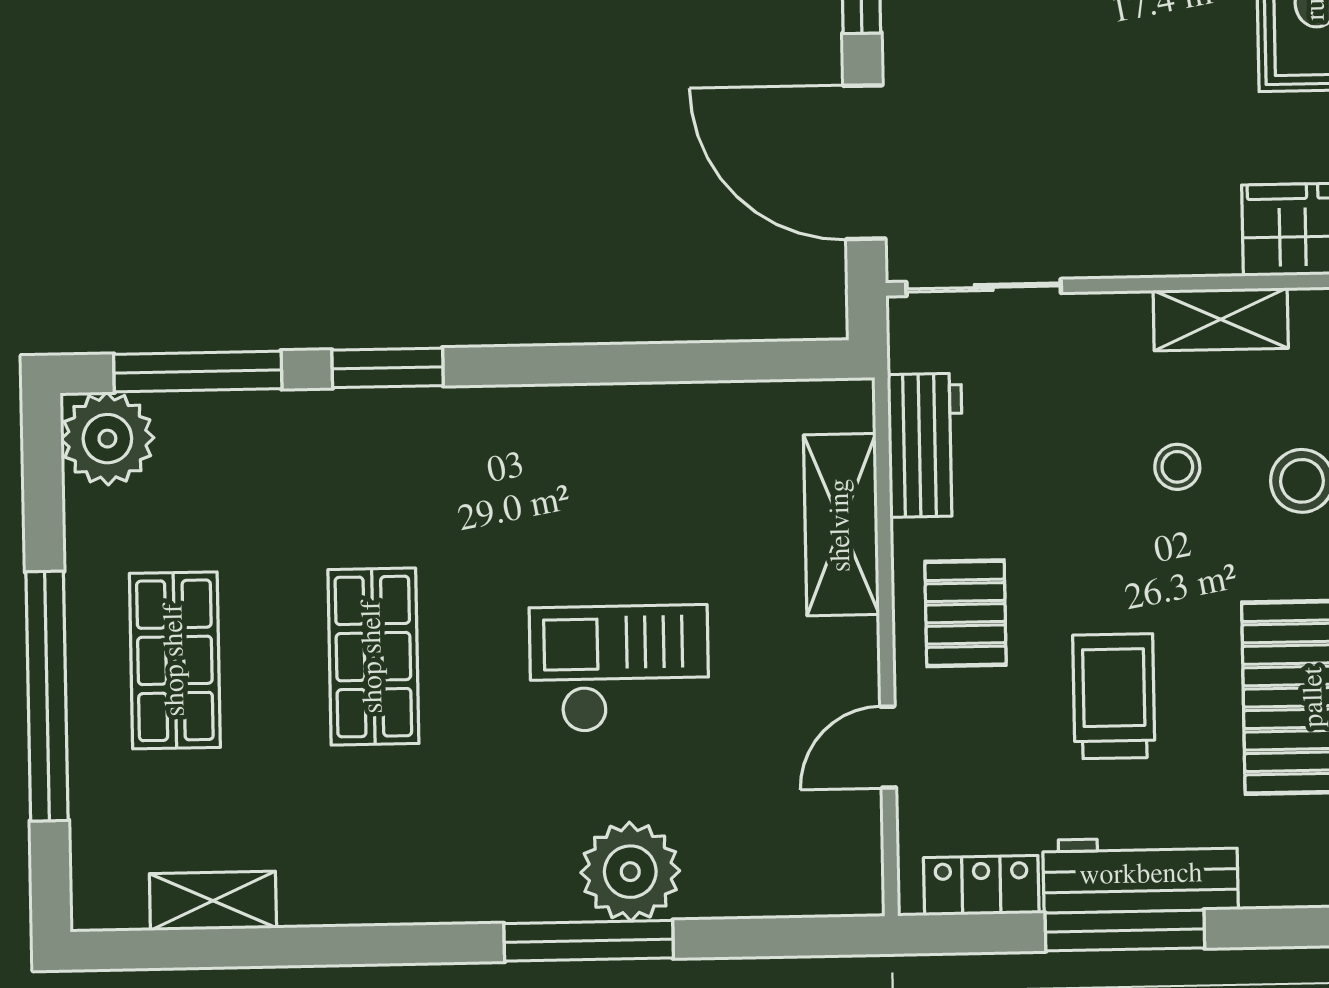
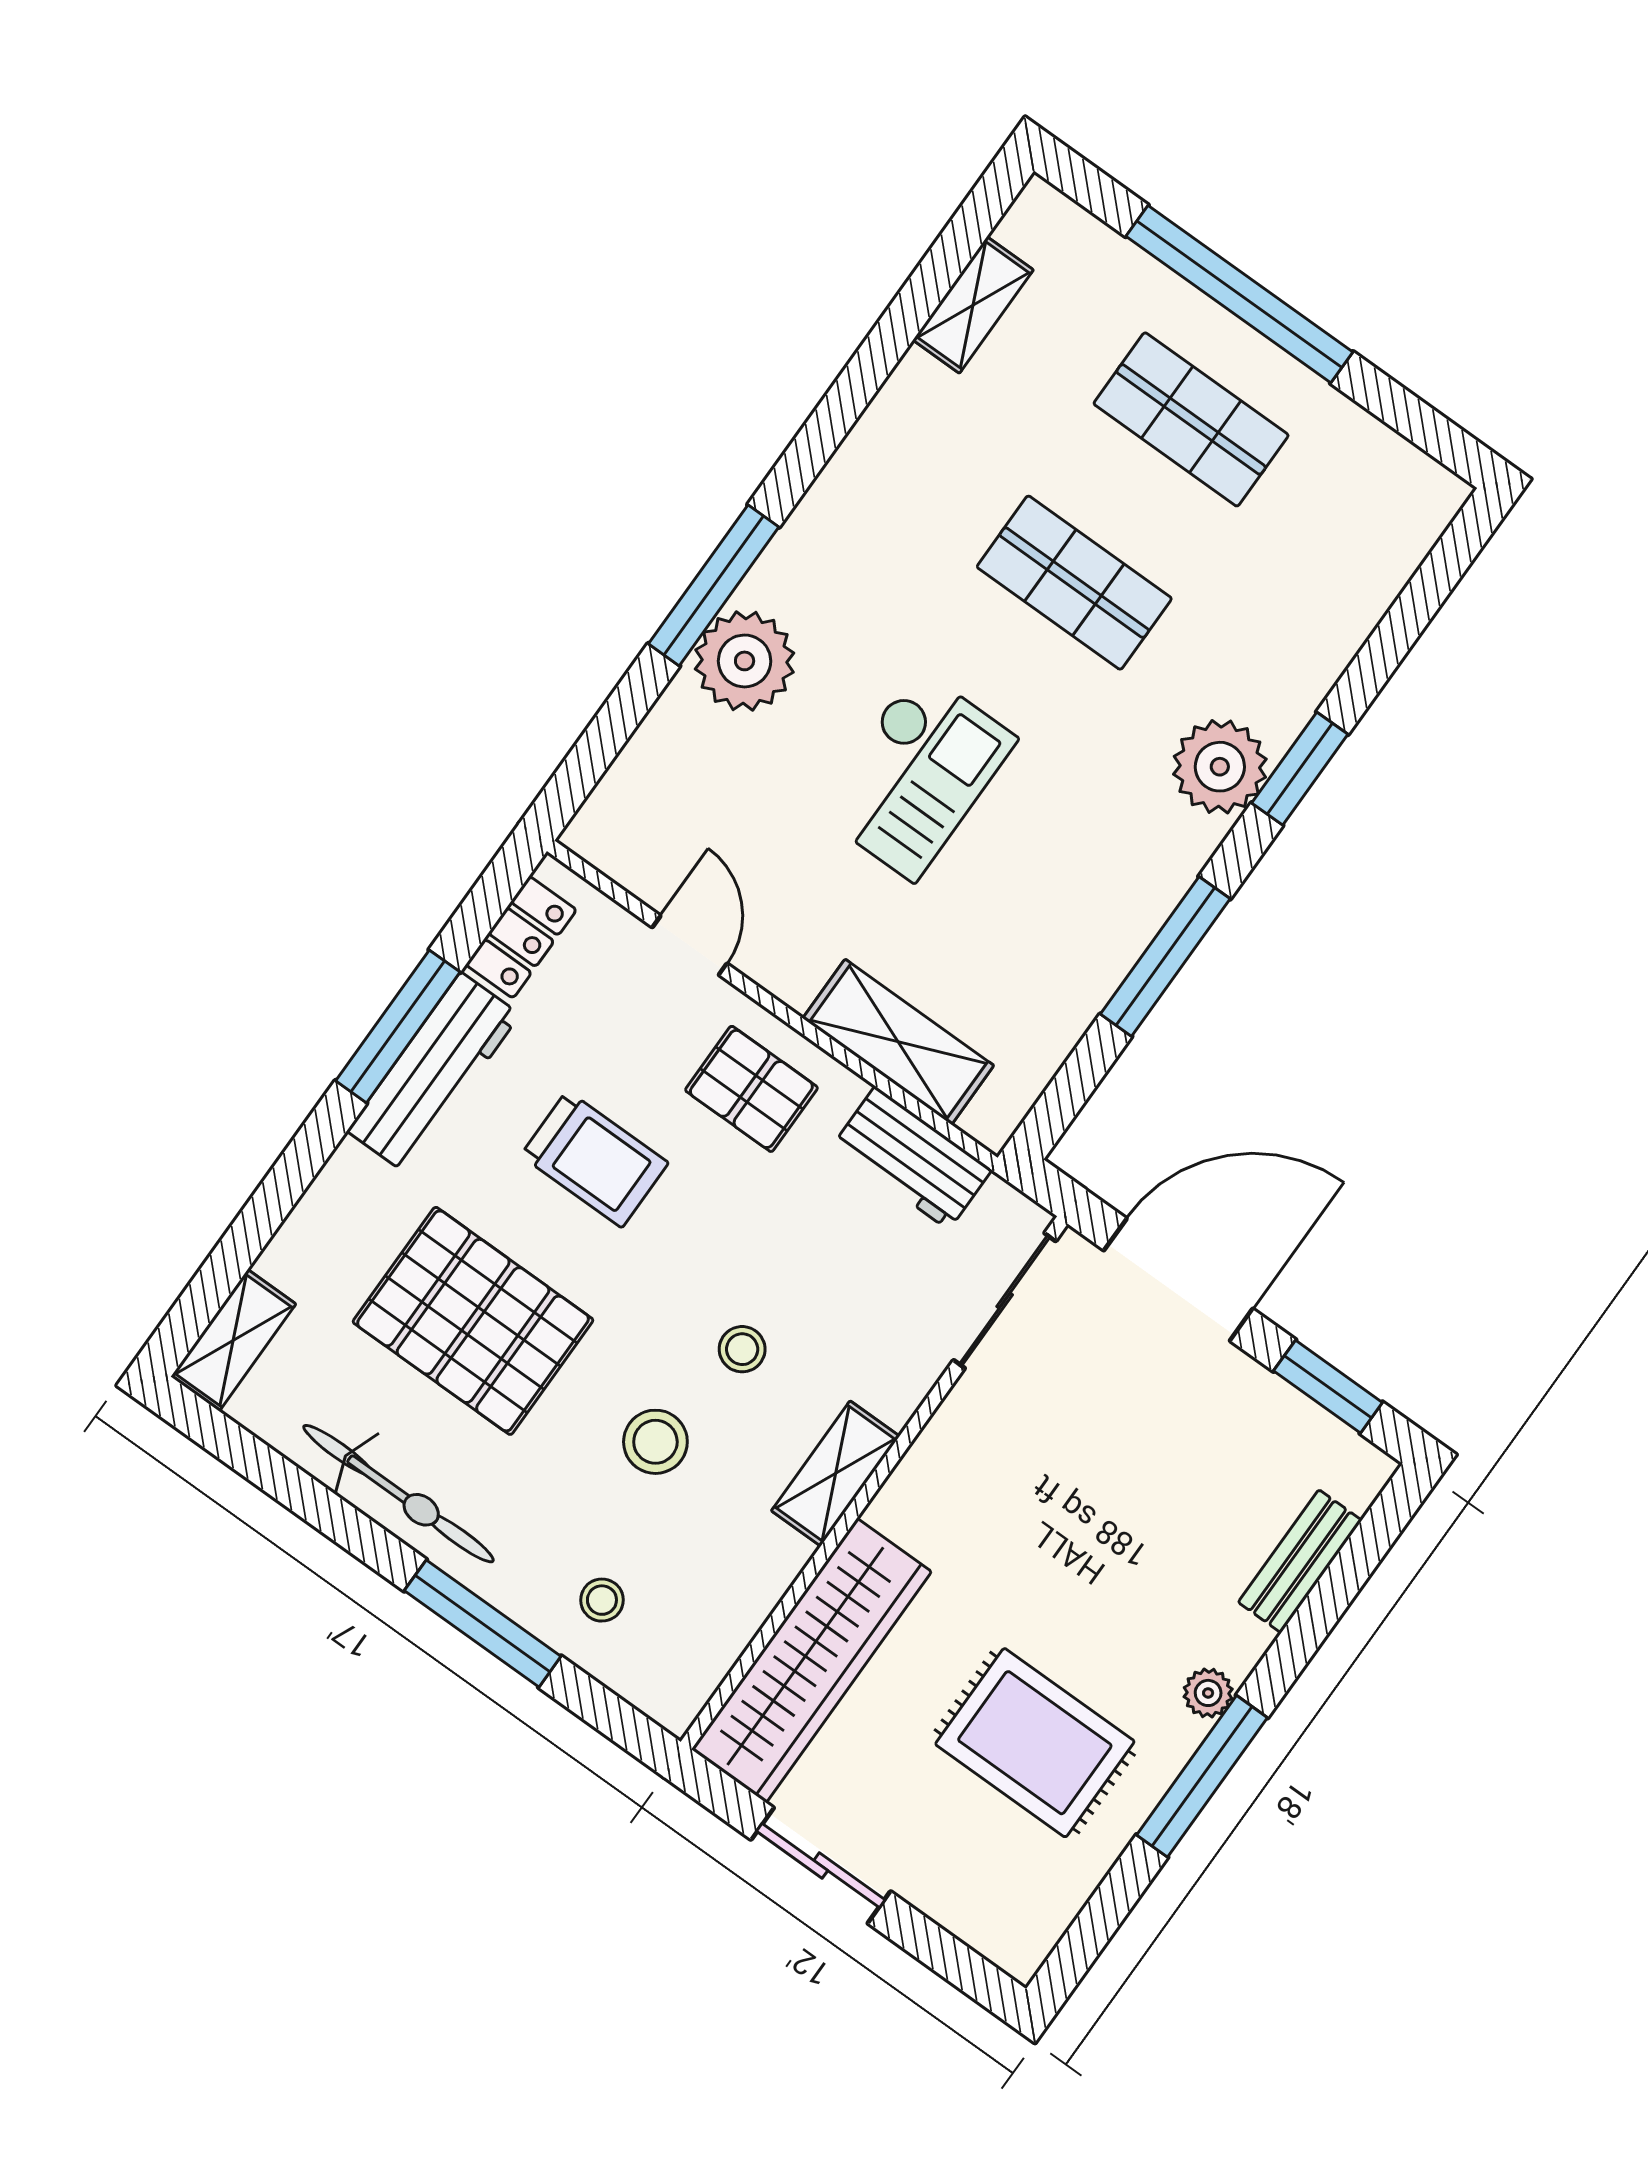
window: (198, 372) -> (1165, 956), moved
plant: (107, 439) -> (1220, 767), moved

